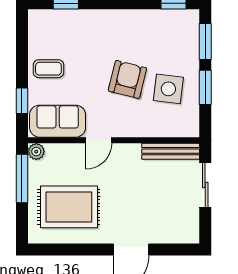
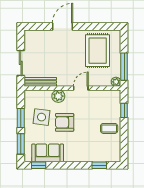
armchair: (127, 79) -> (65, 122), turned 76
sofa: (58, 121) -> (48, 153), moved, turned 180
plant: (139, 126) -> (58, 96), added
rug: (69, 207) -> (98, 51), turned 90

